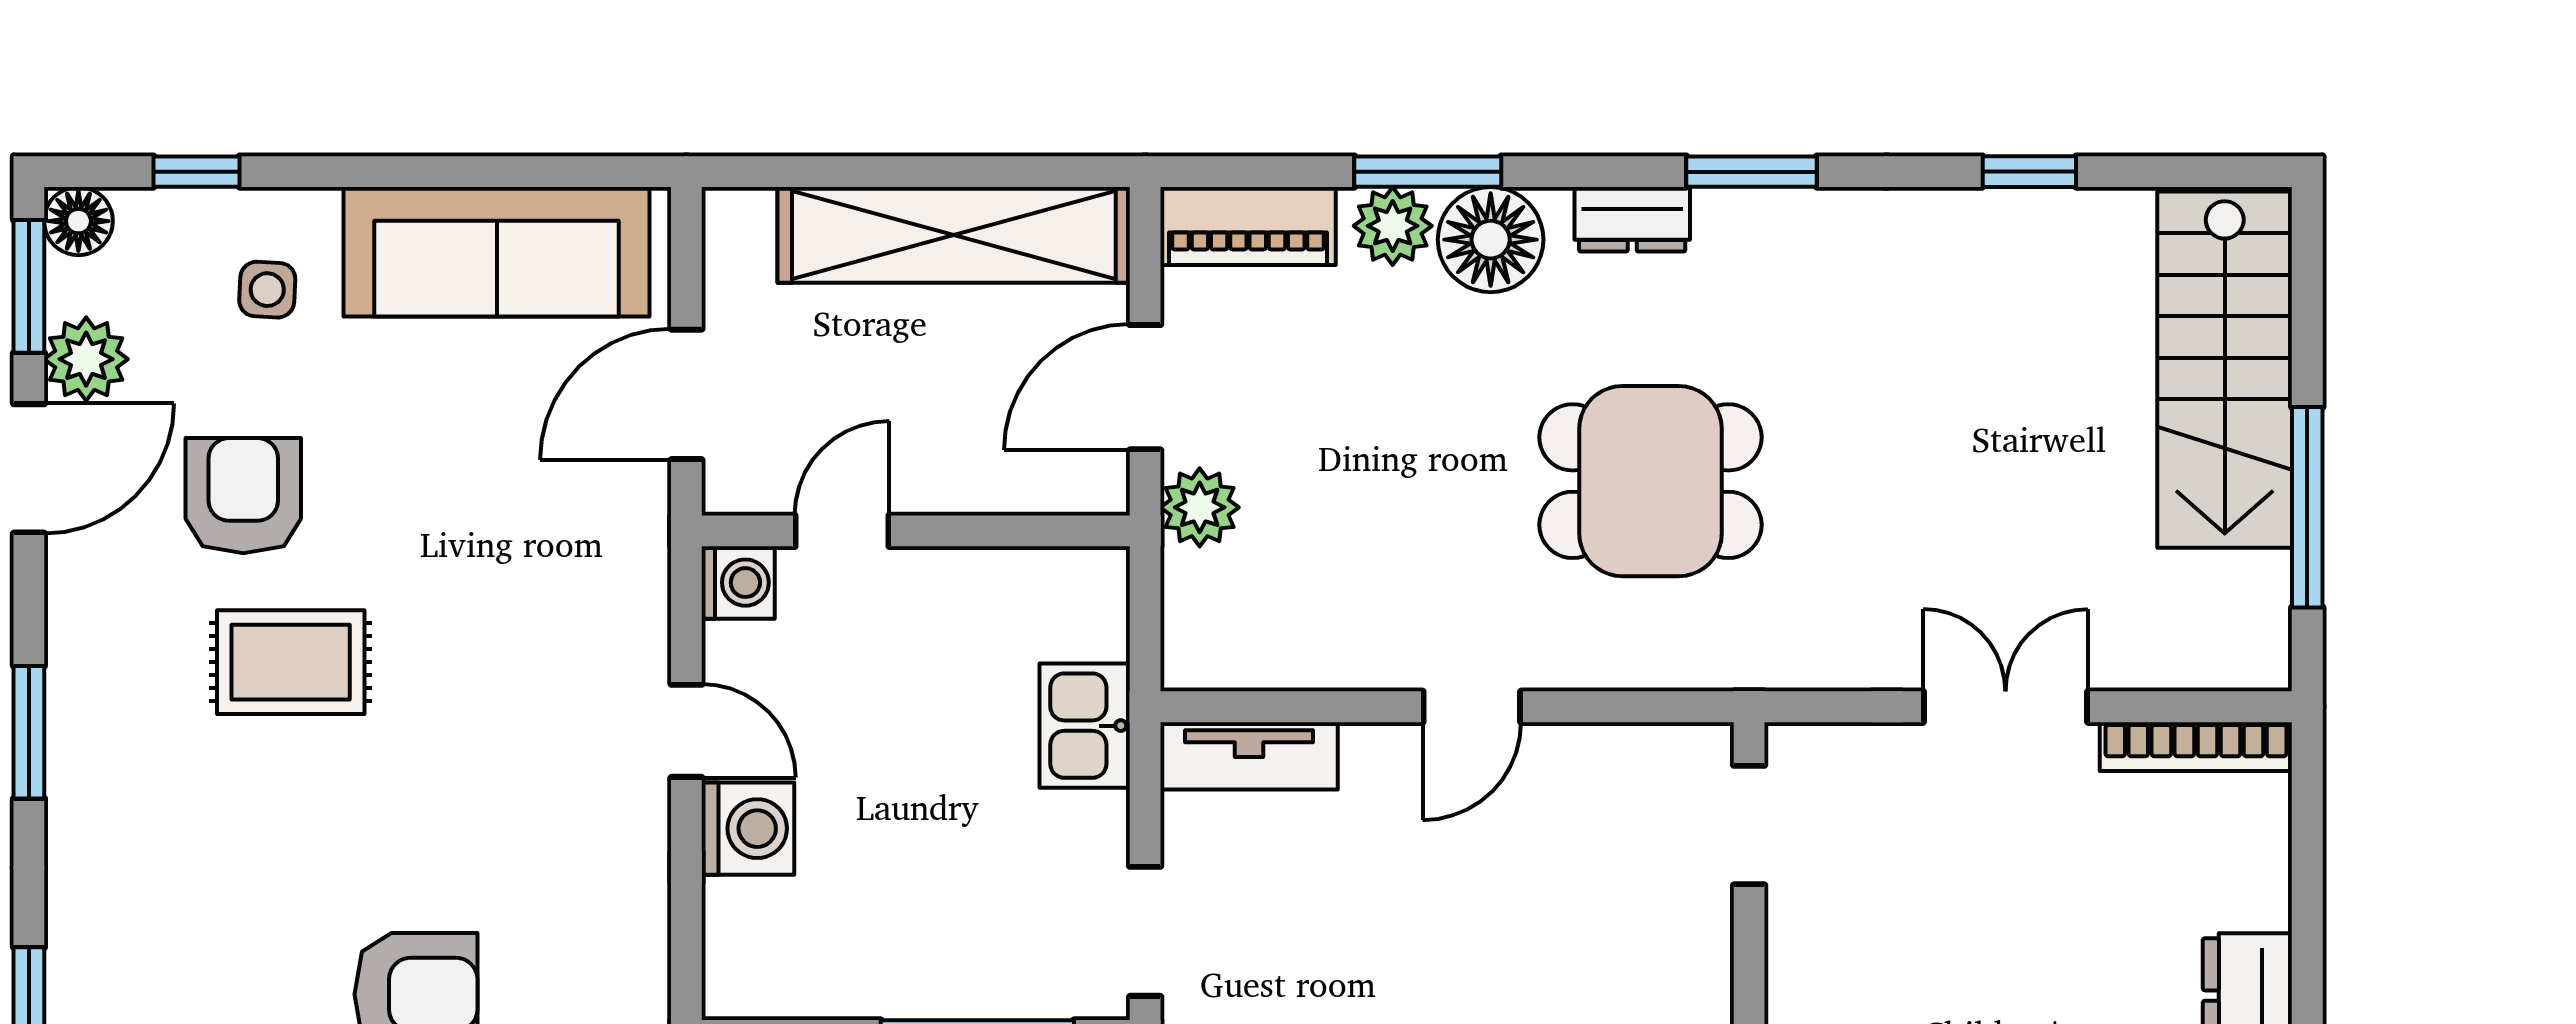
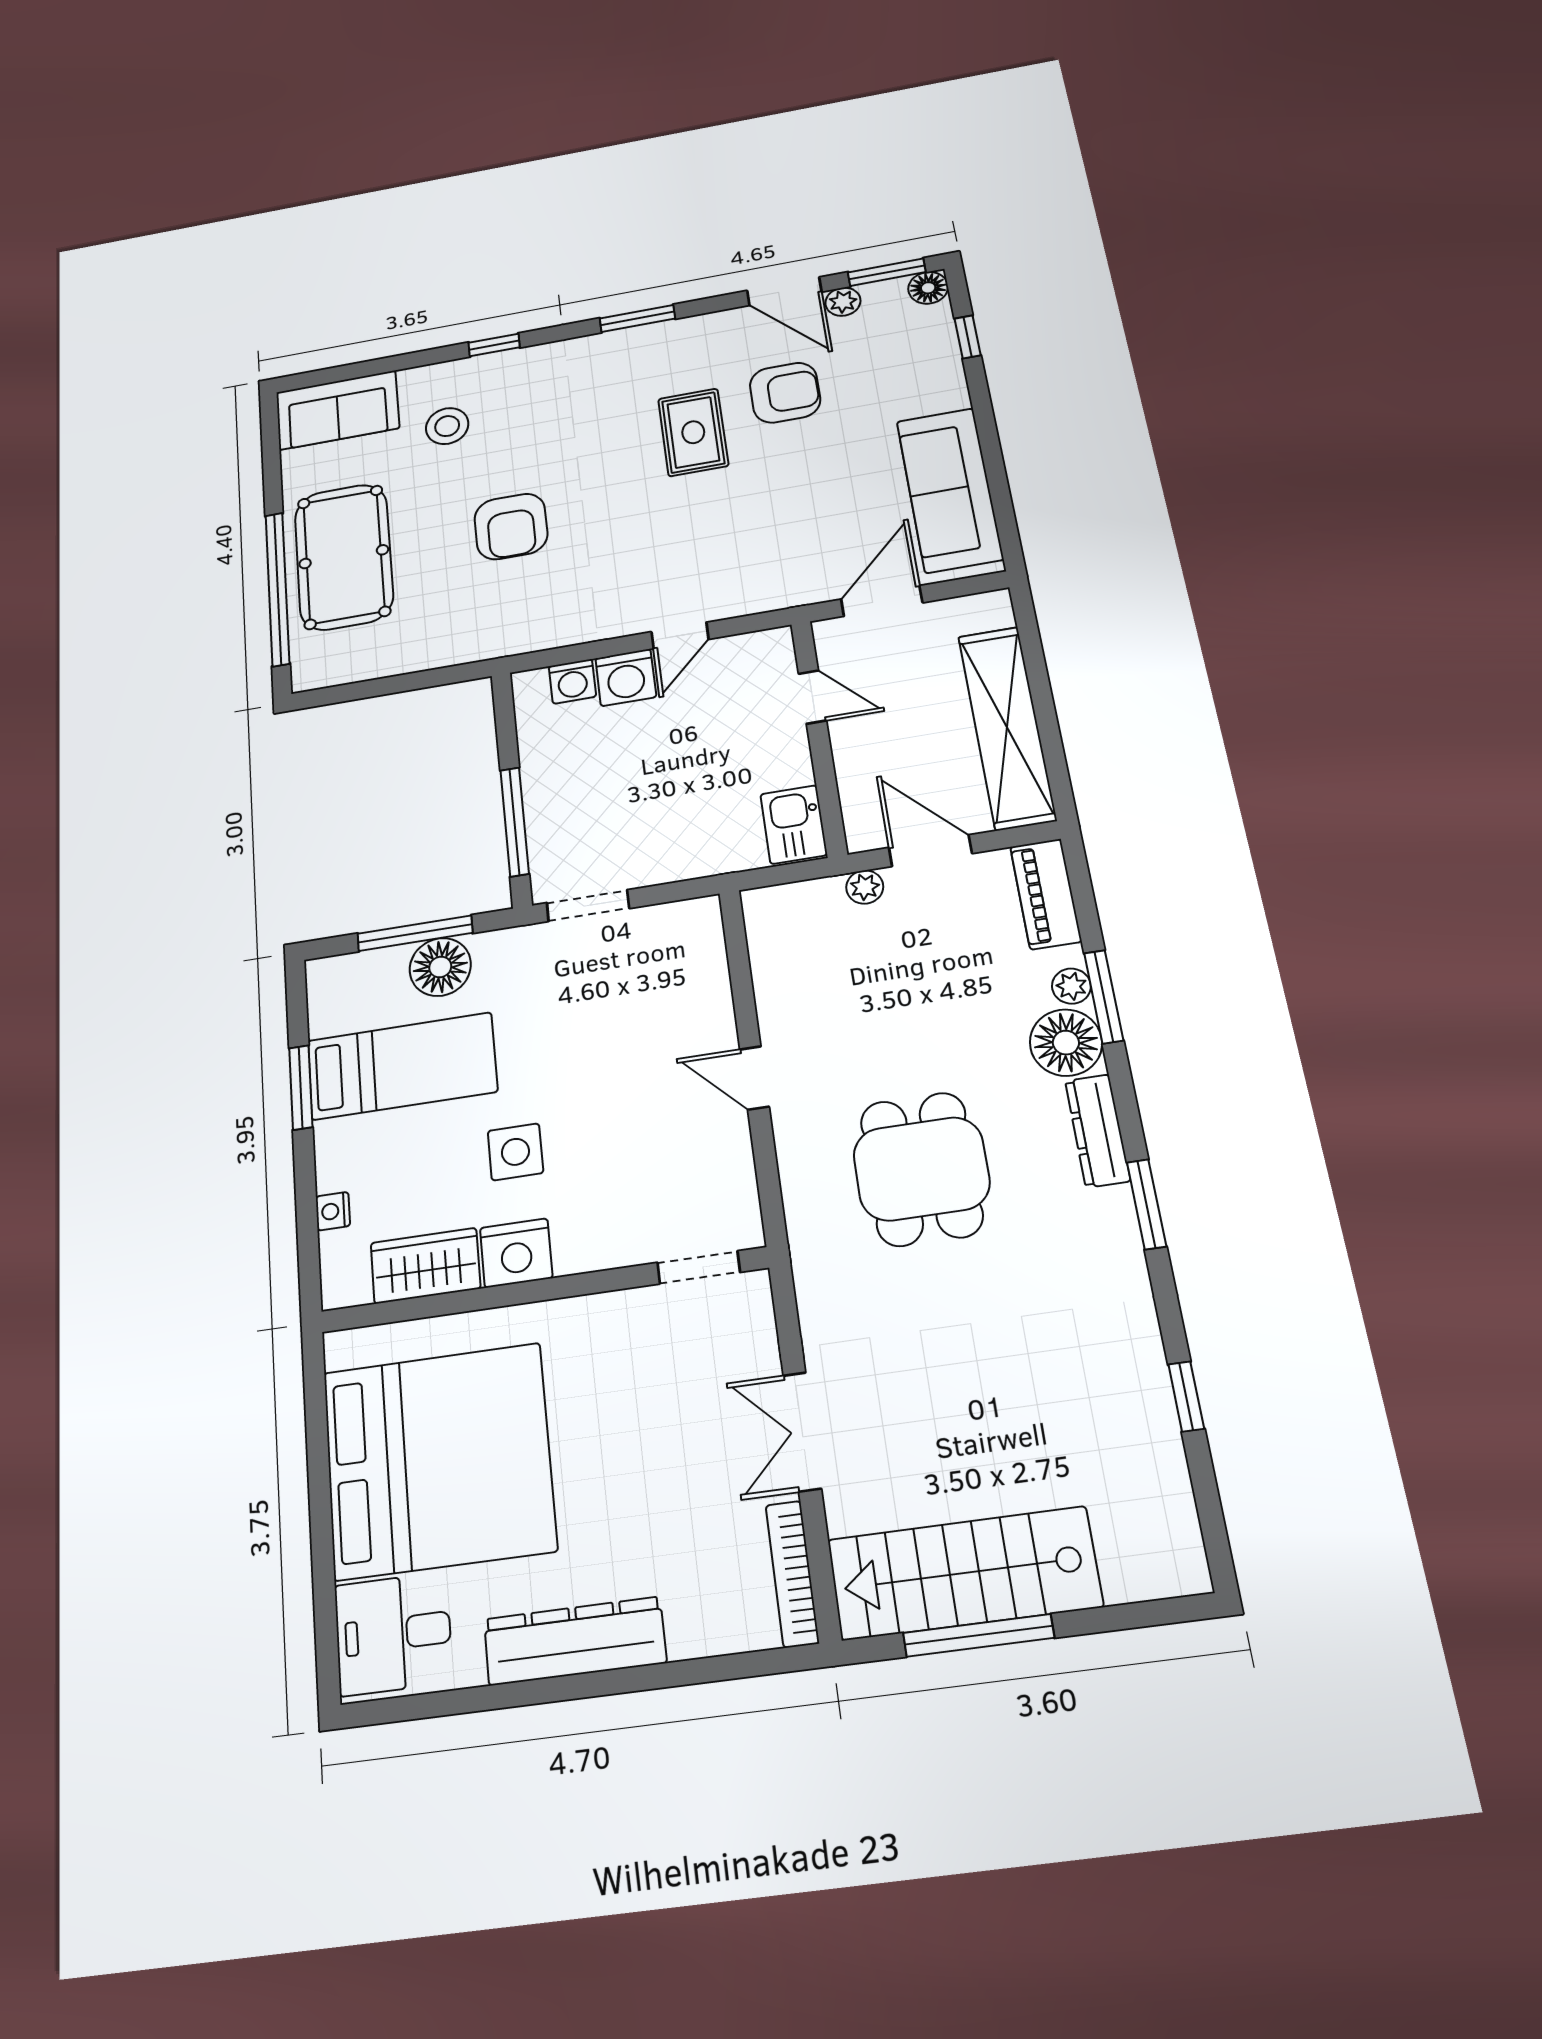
dresser: (1632, 219) -> (1098, 1131), width x1.44
plant: (1393, 226) -> (1071, 986), width x0.73, depth x0.73
side table: (267, 290) -> (906, 383), removed
plant: (86, 359) -> (843, 302), width x0.73, depth x0.73
stairs: (2225, 370) -> (964, 1573), moved
door: (686, 394) -> (882, 601), hinge flipped
plant: (1200, 507) -> (865, 887), width x0.73, depth x0.73
washing machine: (738, 583) -> (572, 681), moved
double door: (2006, 707) -> (802, 1432), swing flipped
kitchen sink: (1085, 726) -> (794, 825), moved, turned -90
tv unit: (1249, 756) -> (705, 948), removed

